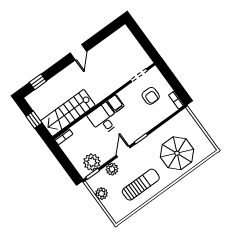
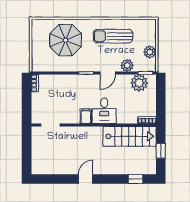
armchair: (151, 96) -> (53, 102), removed

